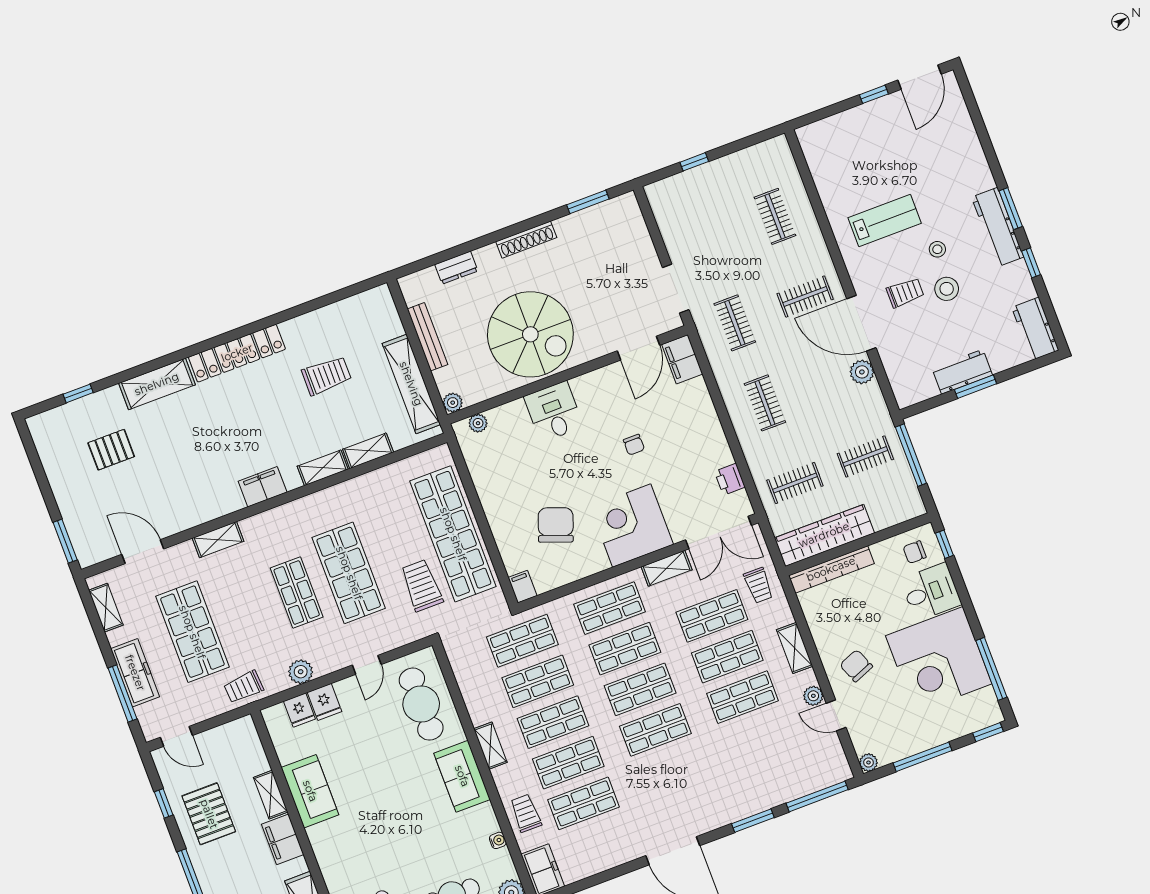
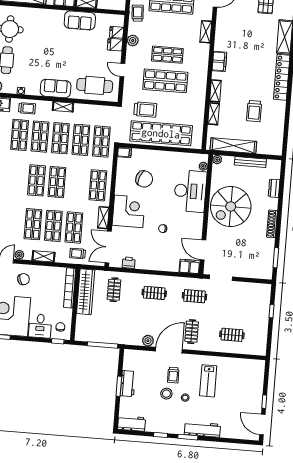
workbench: (998, 227) -> (202, 429), moved
desk: (554, 412) -> (190, 191), width x1.87, depth x1.30
clothes rail: (865, 457) -> (111, 325), removed
shop shelf: (625, 649) -> (77, 184), removed

